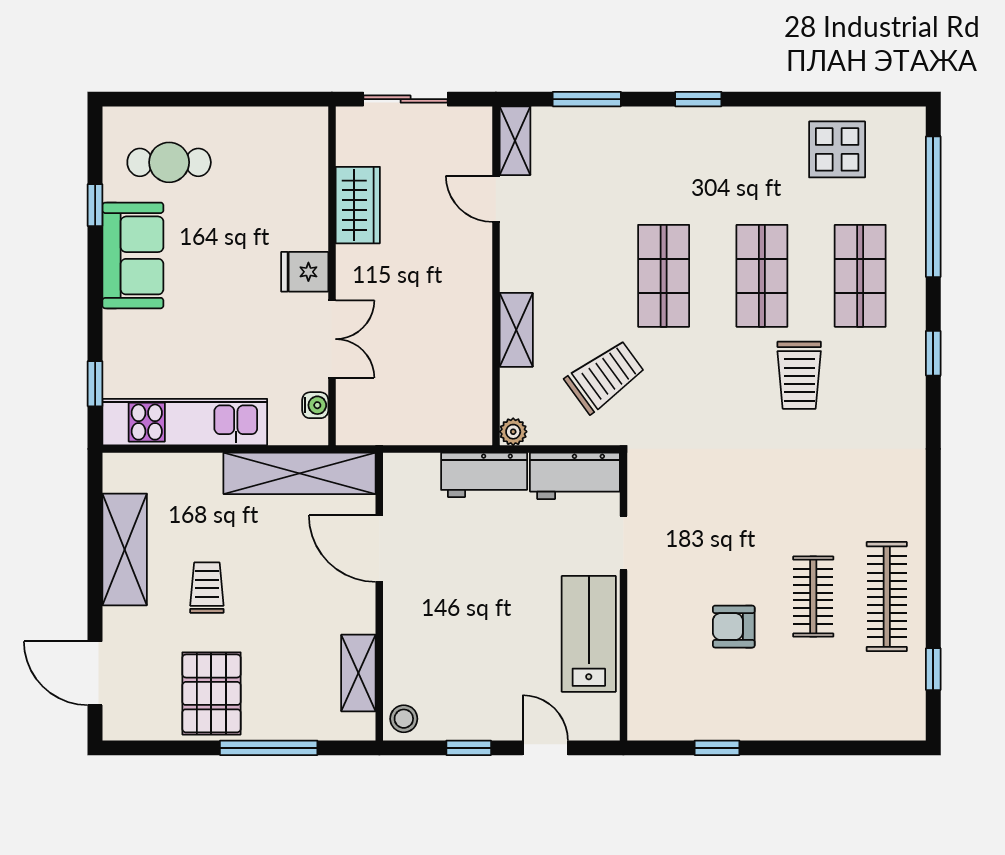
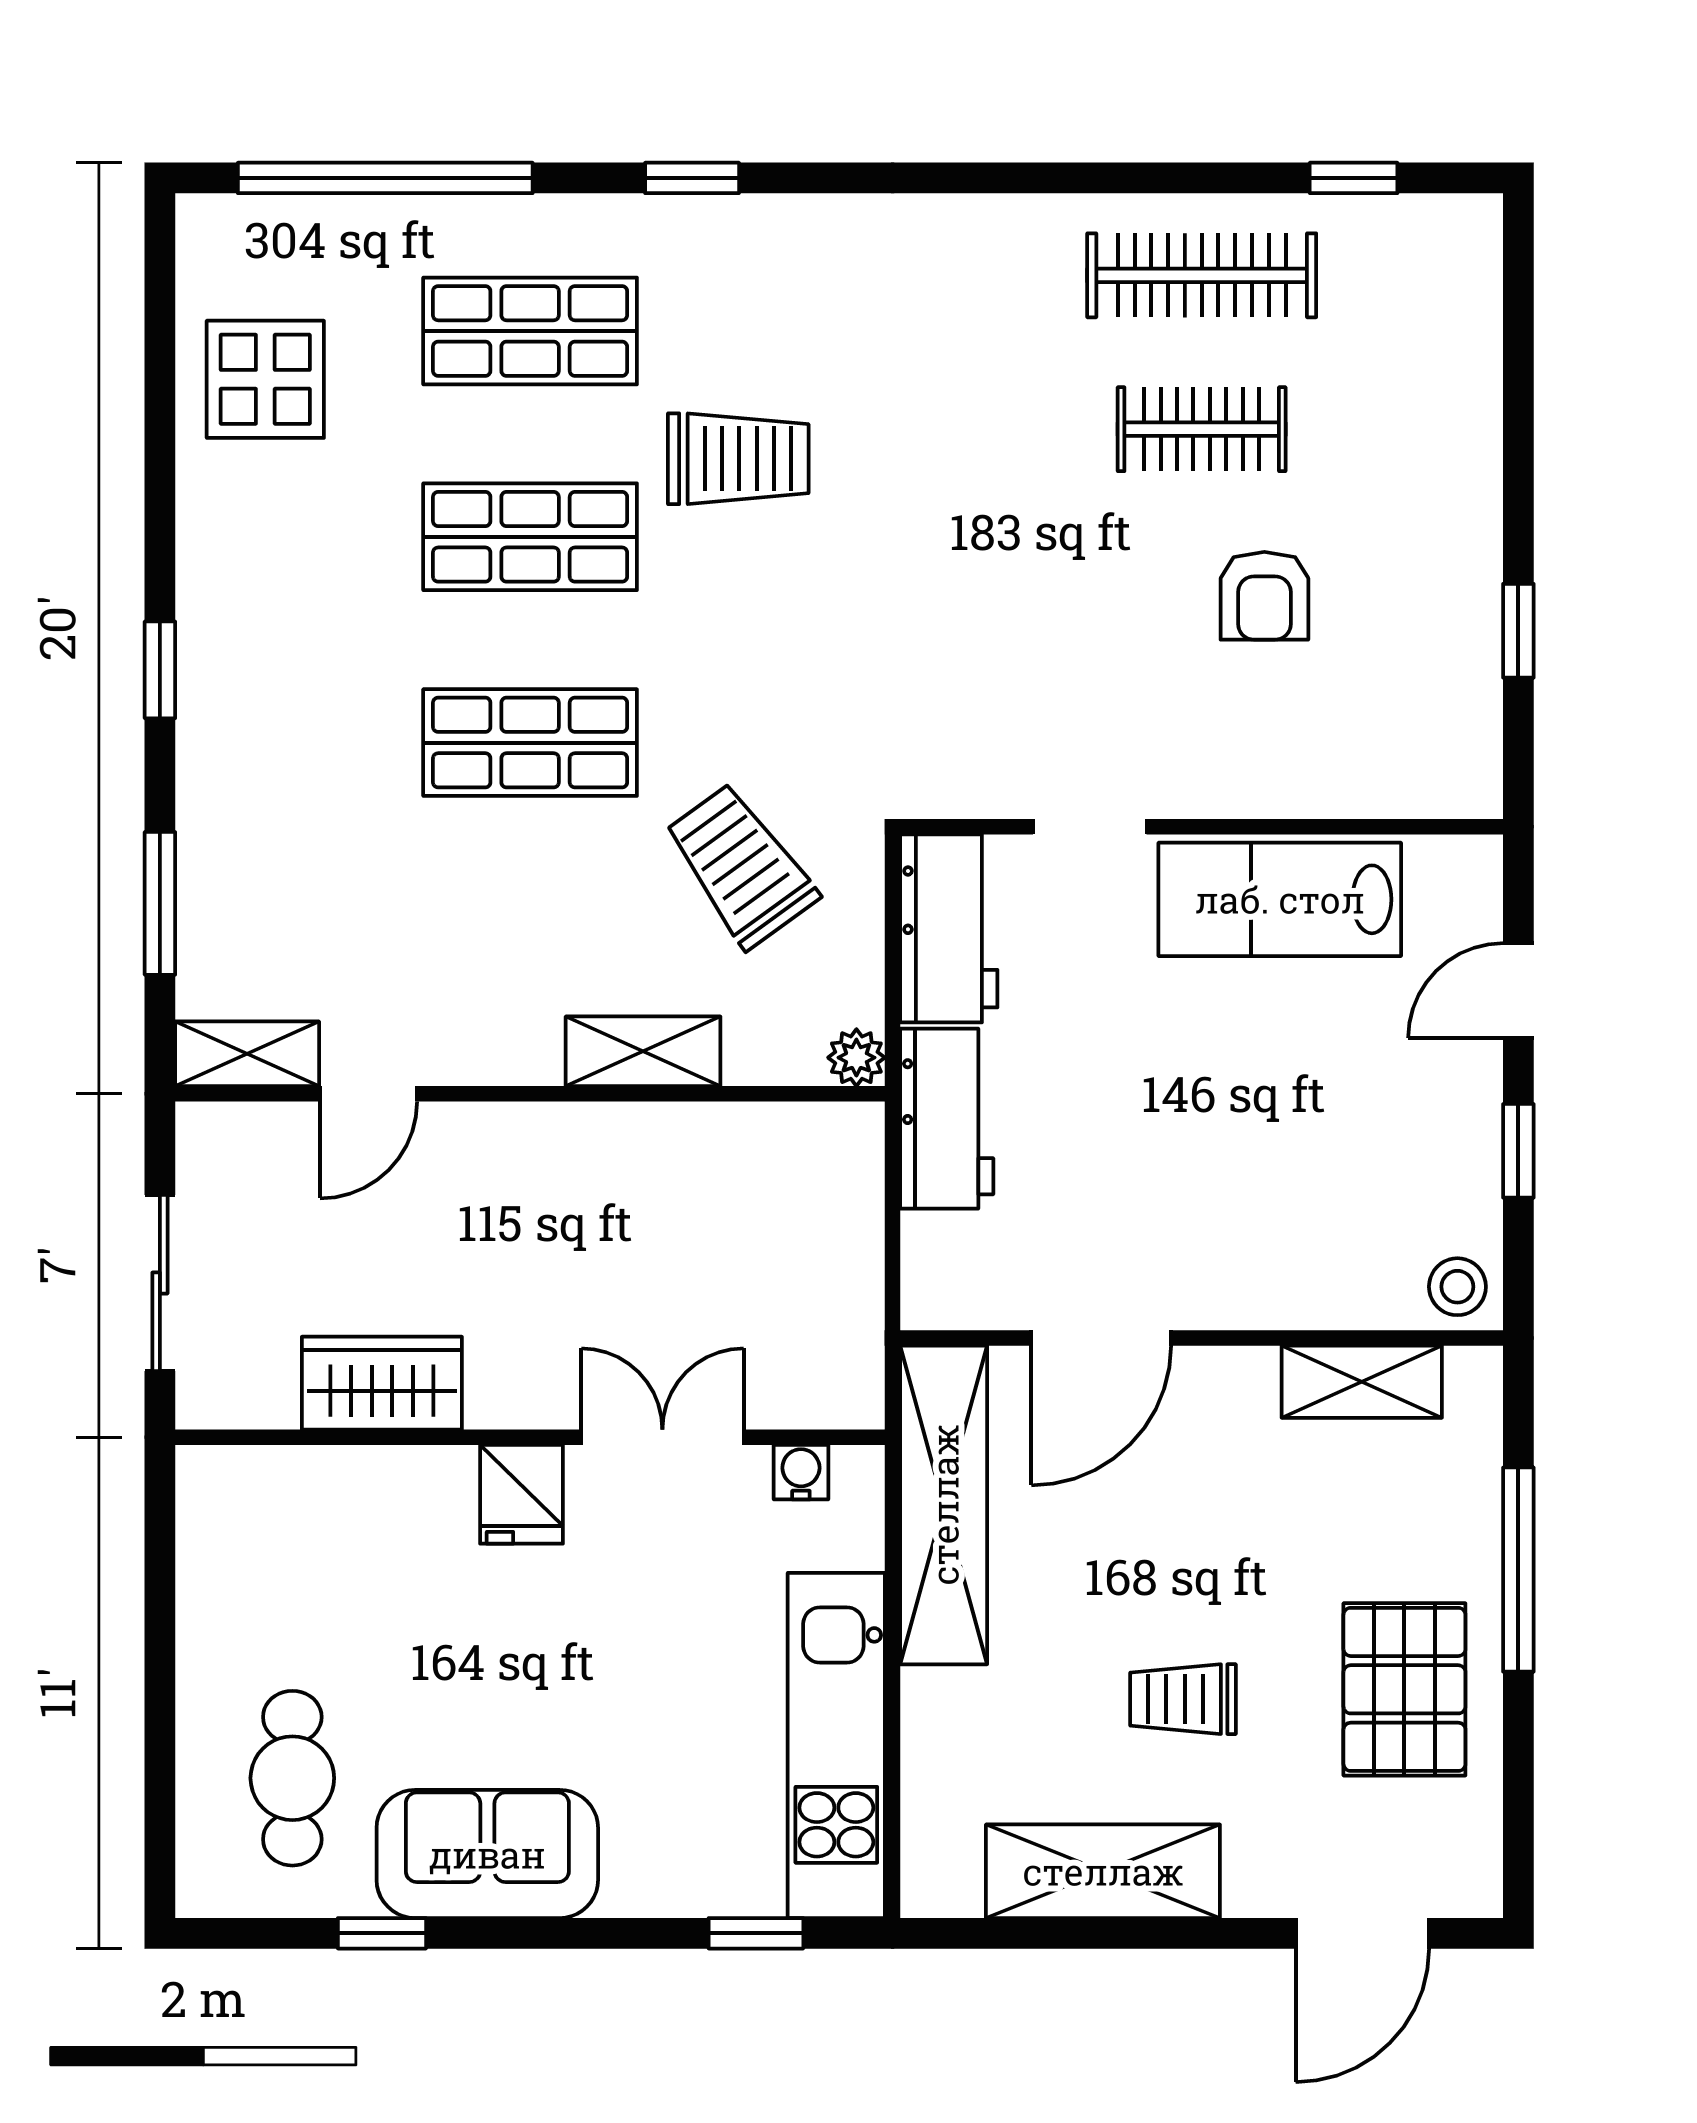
pallet: (211, 693) -> (1404, 1689), turned 90

